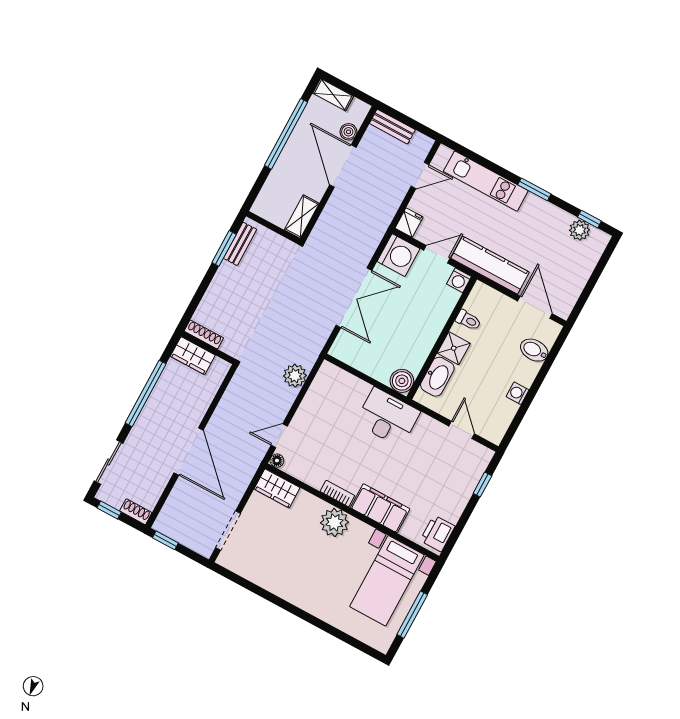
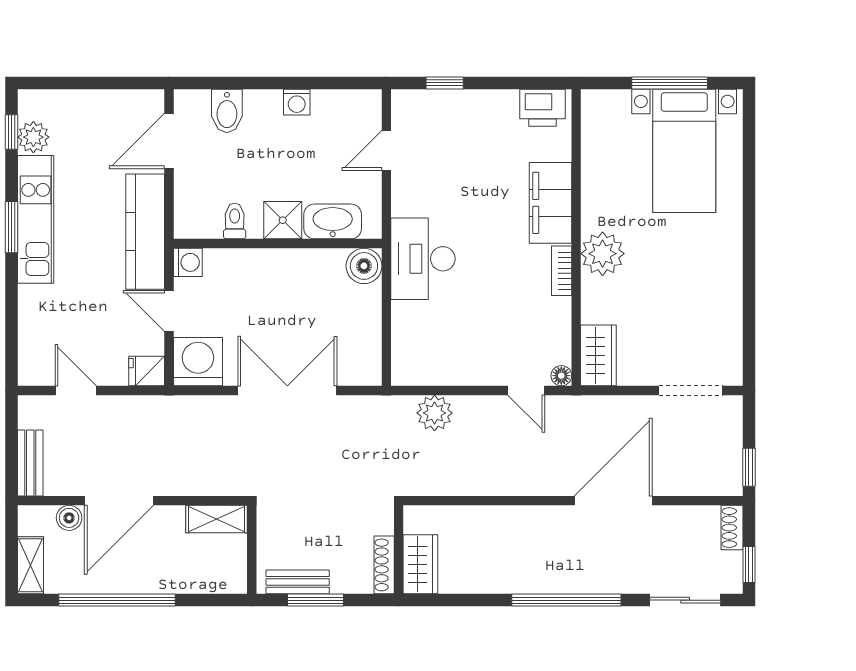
kitchen unit: (486, 181) -> (36, 219), moved
shoe rack: (204, 334) -> (384, 565), moved
wall: (208, 348) -> (399, 550), moved
wardrobe: (193, 356) -> (420, 564), moved
bed with nightstands: (387, 581) -> (684, 151), moved, turned 90

